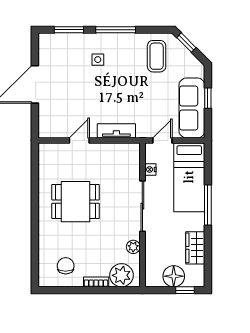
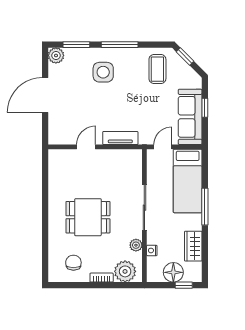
plant: (47, 42) -> (56, 56), added
side table: (98, 60) -> (103, 72), width x1.87, depth x1.87
nightstand: (150, 169) -> (152, 250), moved
dining table: (76, 202) -> (88, 217), moved

